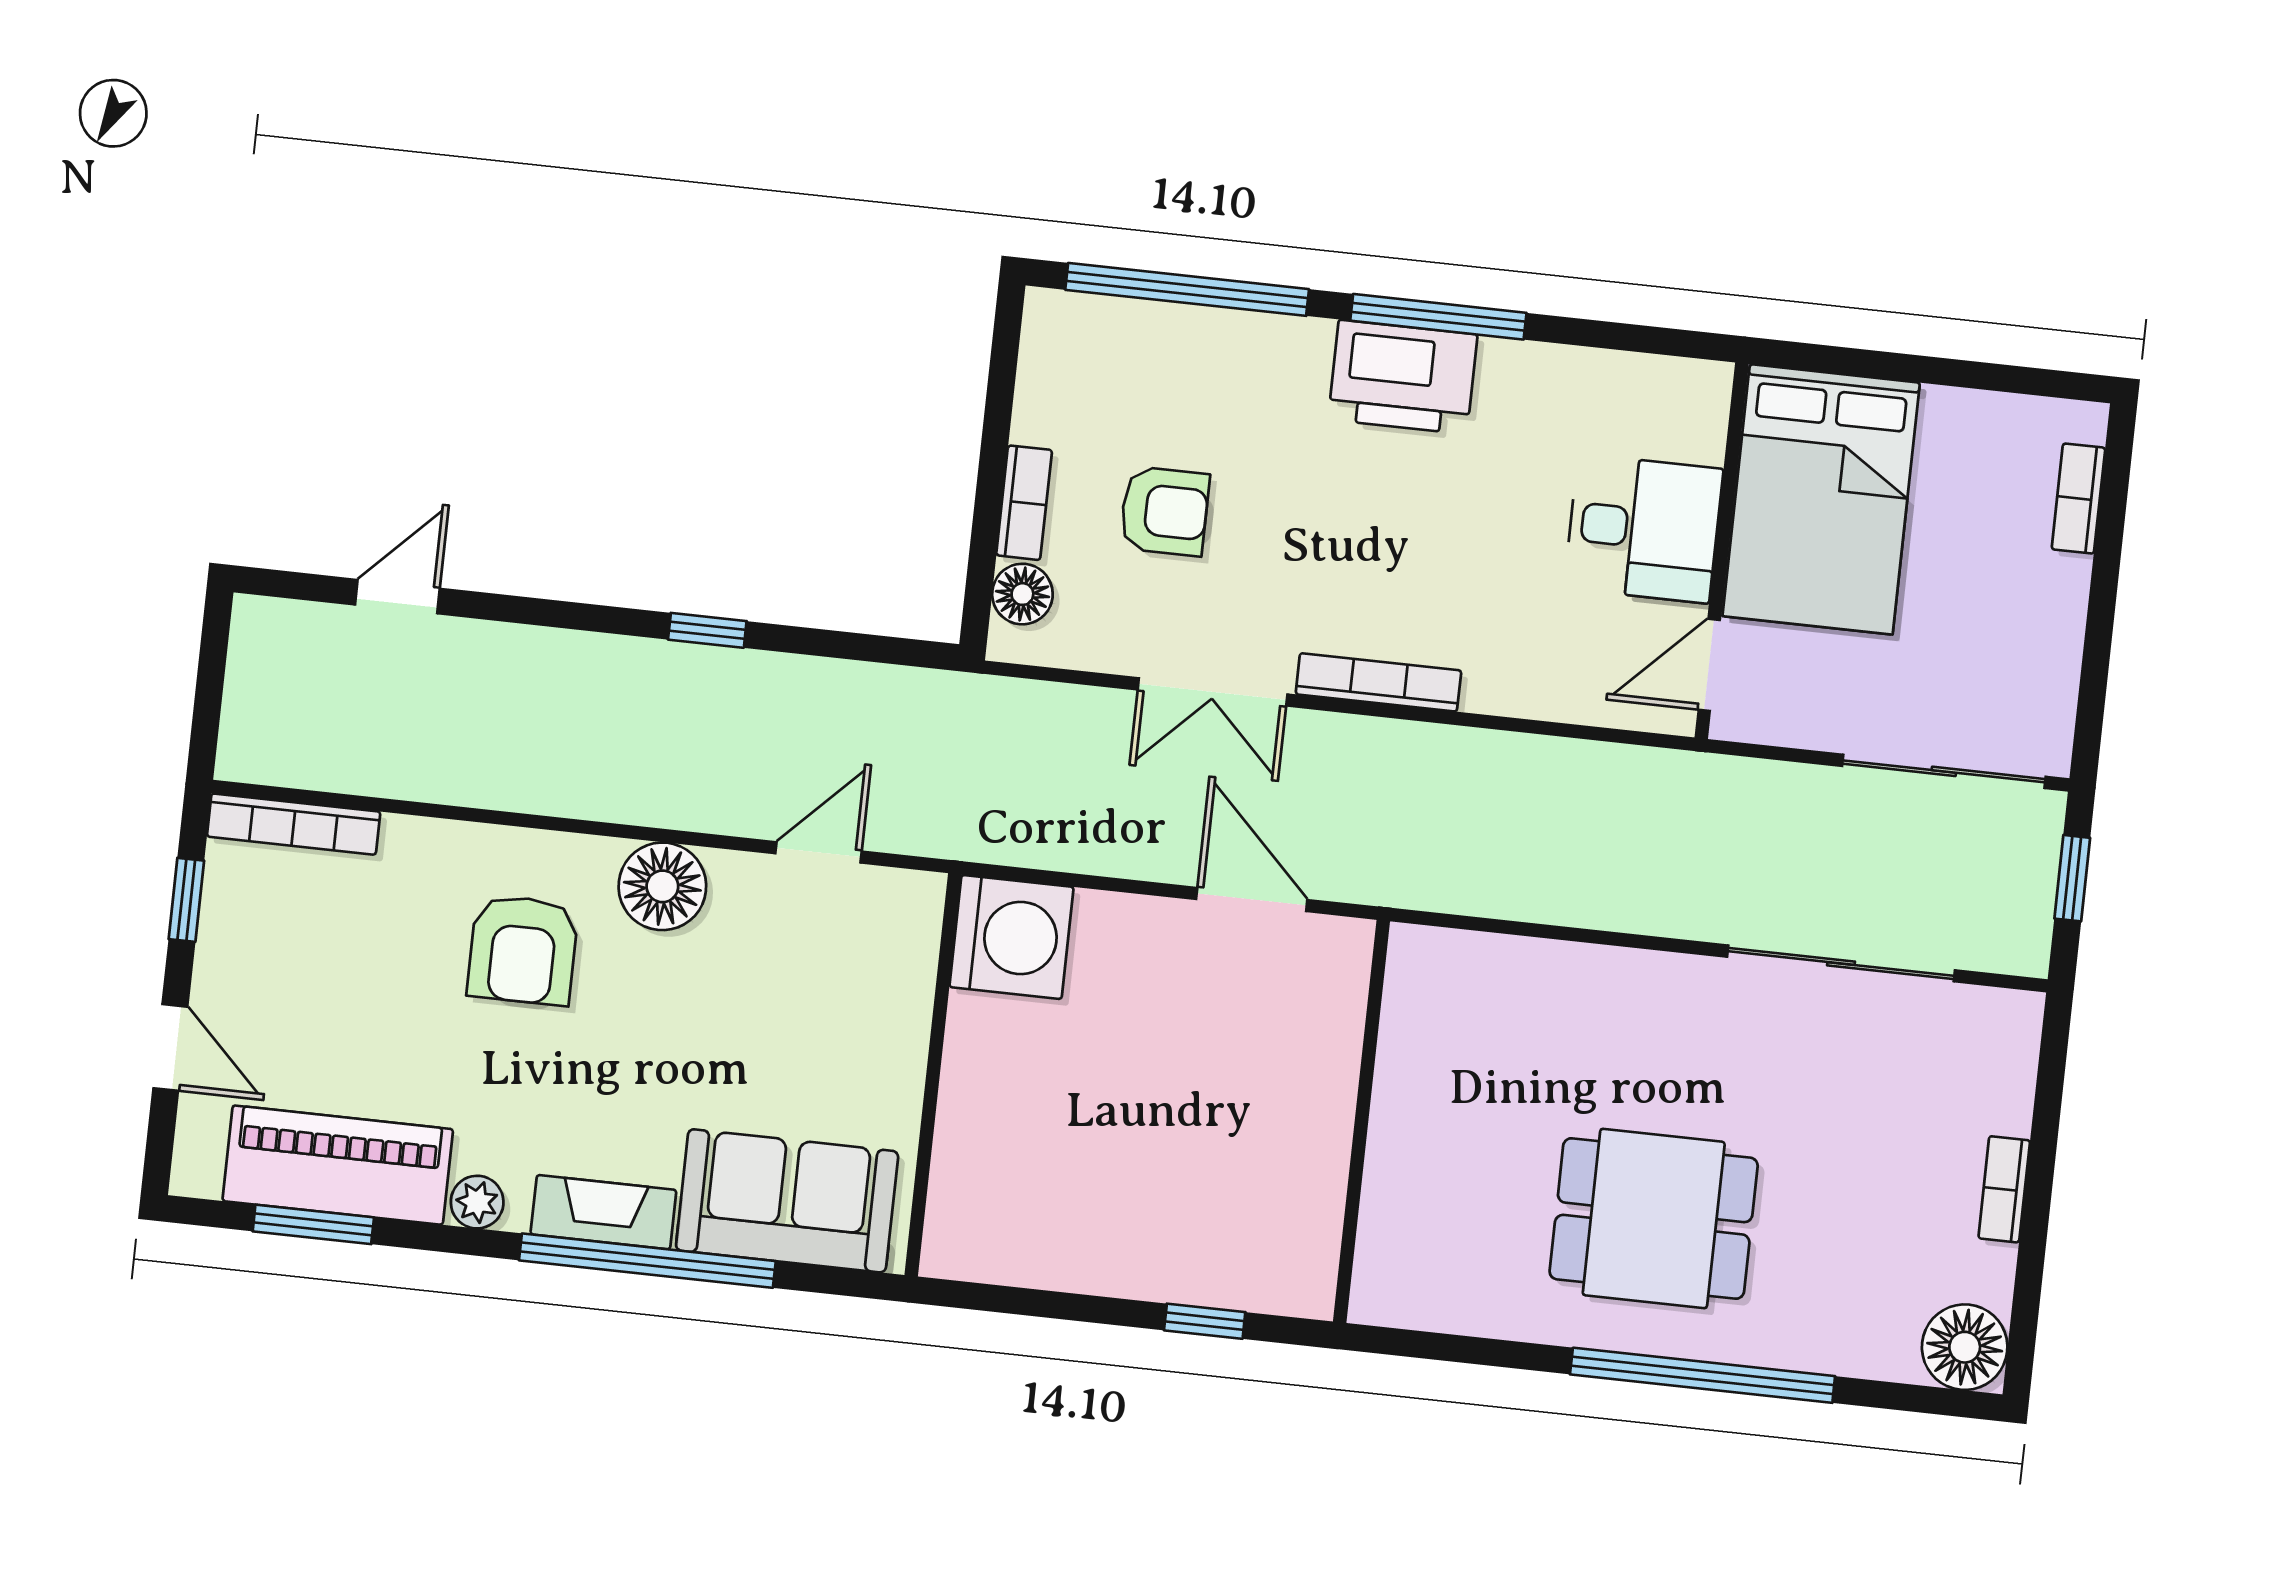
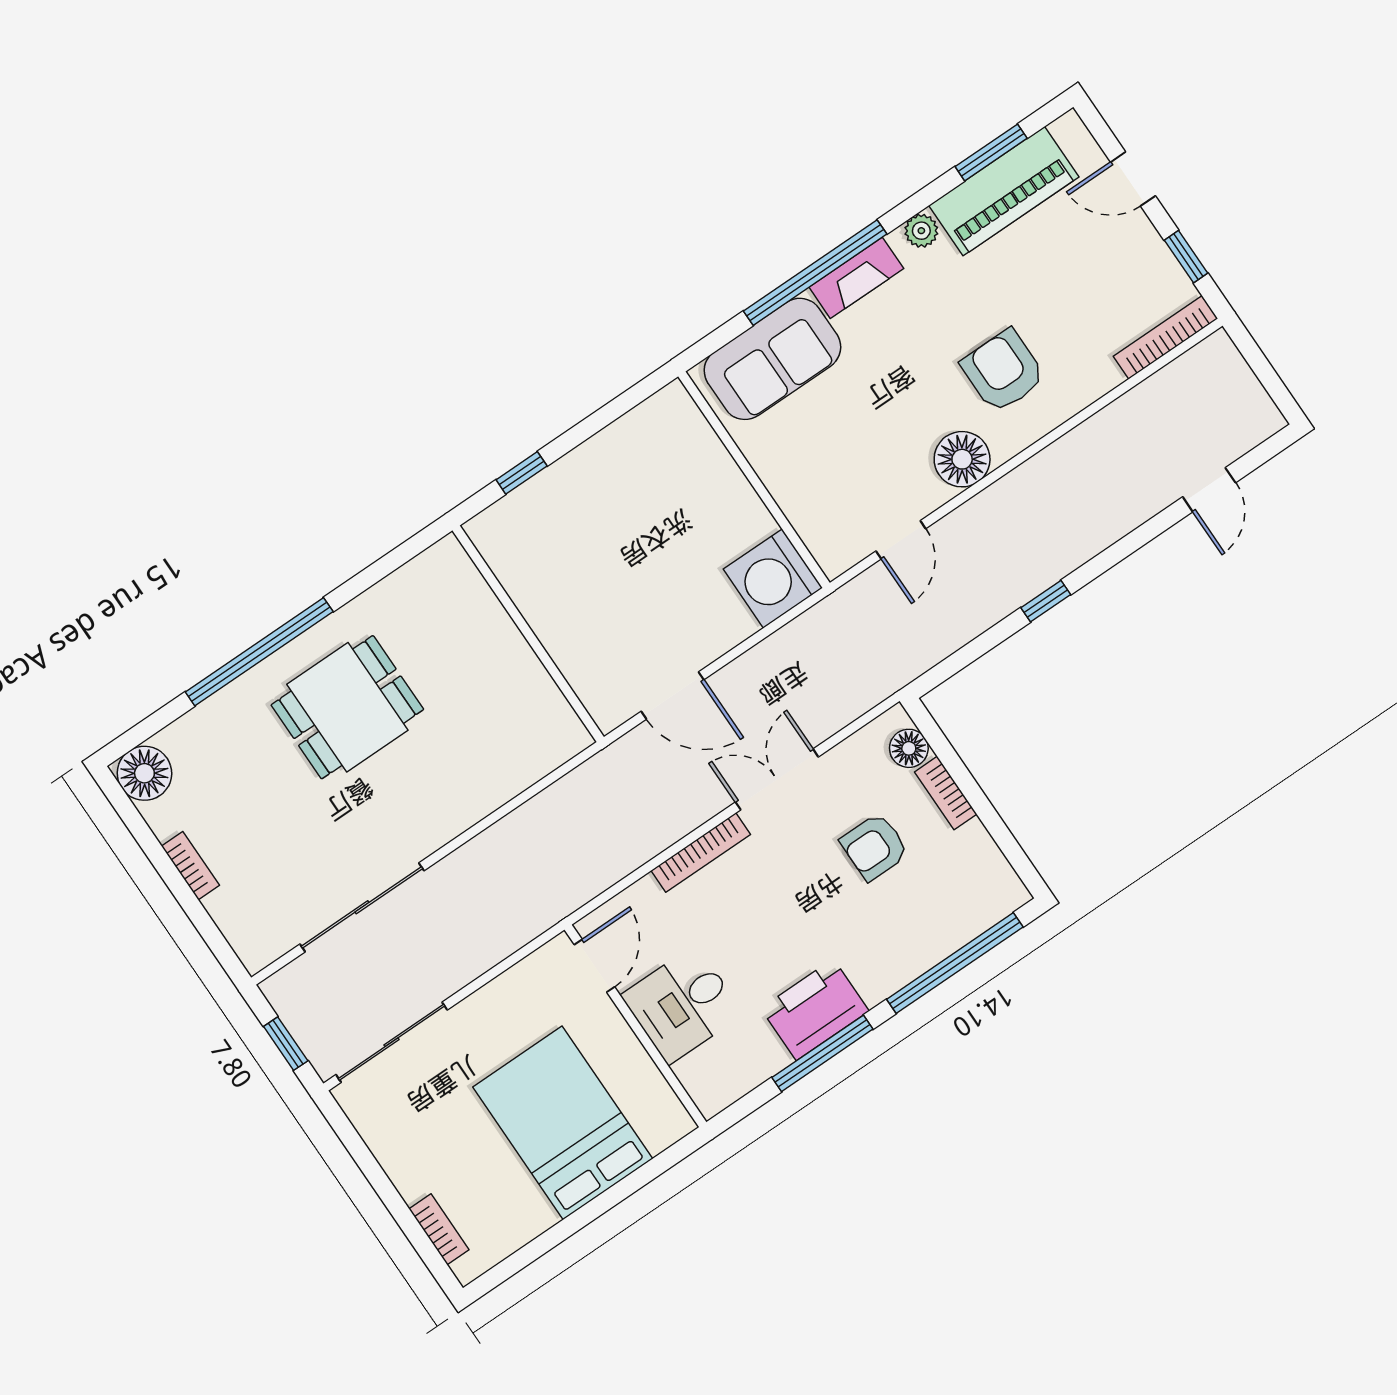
desk: (1644, 528) -> (682, 1004), moved
wall: (1722, 551) -> (635, 1026), moved
door: (1709, 665) -> (594, 966), moved

